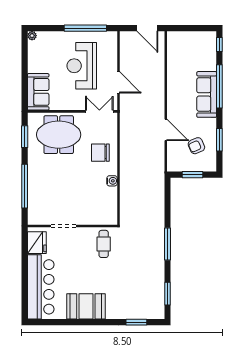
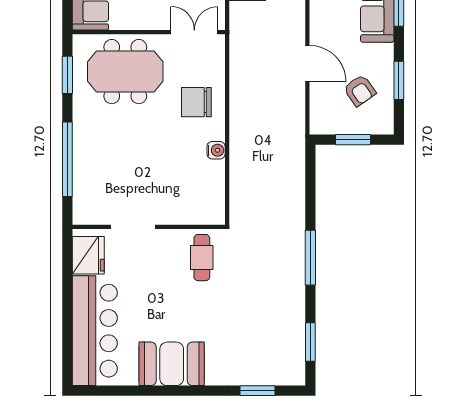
armchair: (196, 146) -> (360, 90), turned -102

